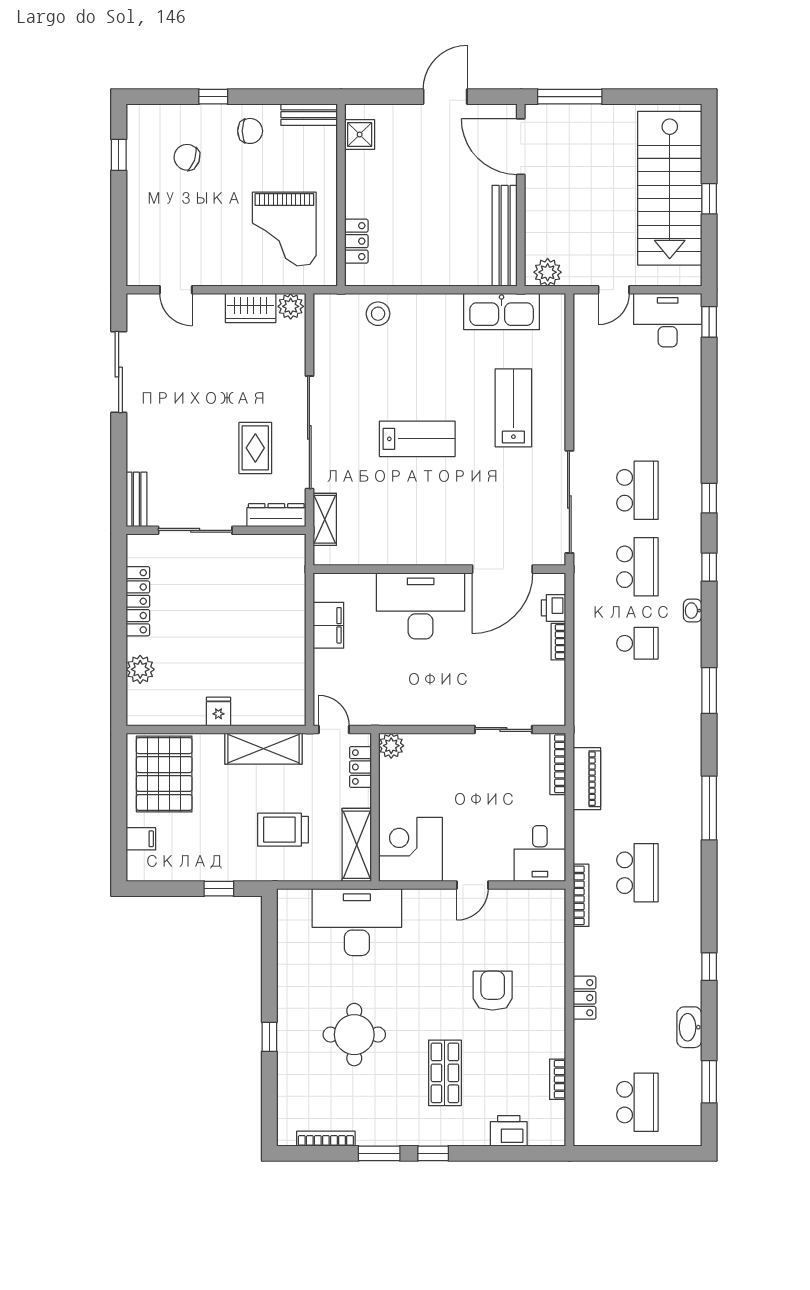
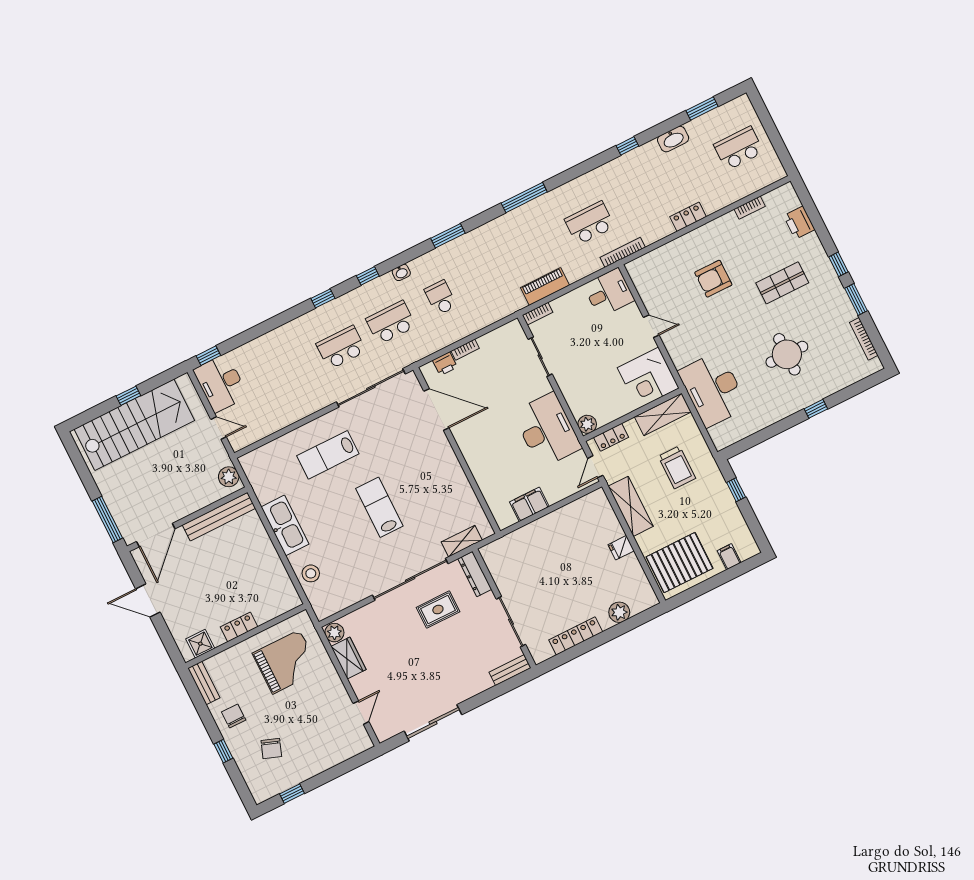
locker: (356, 241) -> (239, 627), moved
kitchen sink: (502, 312) -> (285, 525), moved
desk: (421, 606) -> (547, 430), moved, turned 180
bookcase: (558, 764) -> (538, 314), width x0.64

